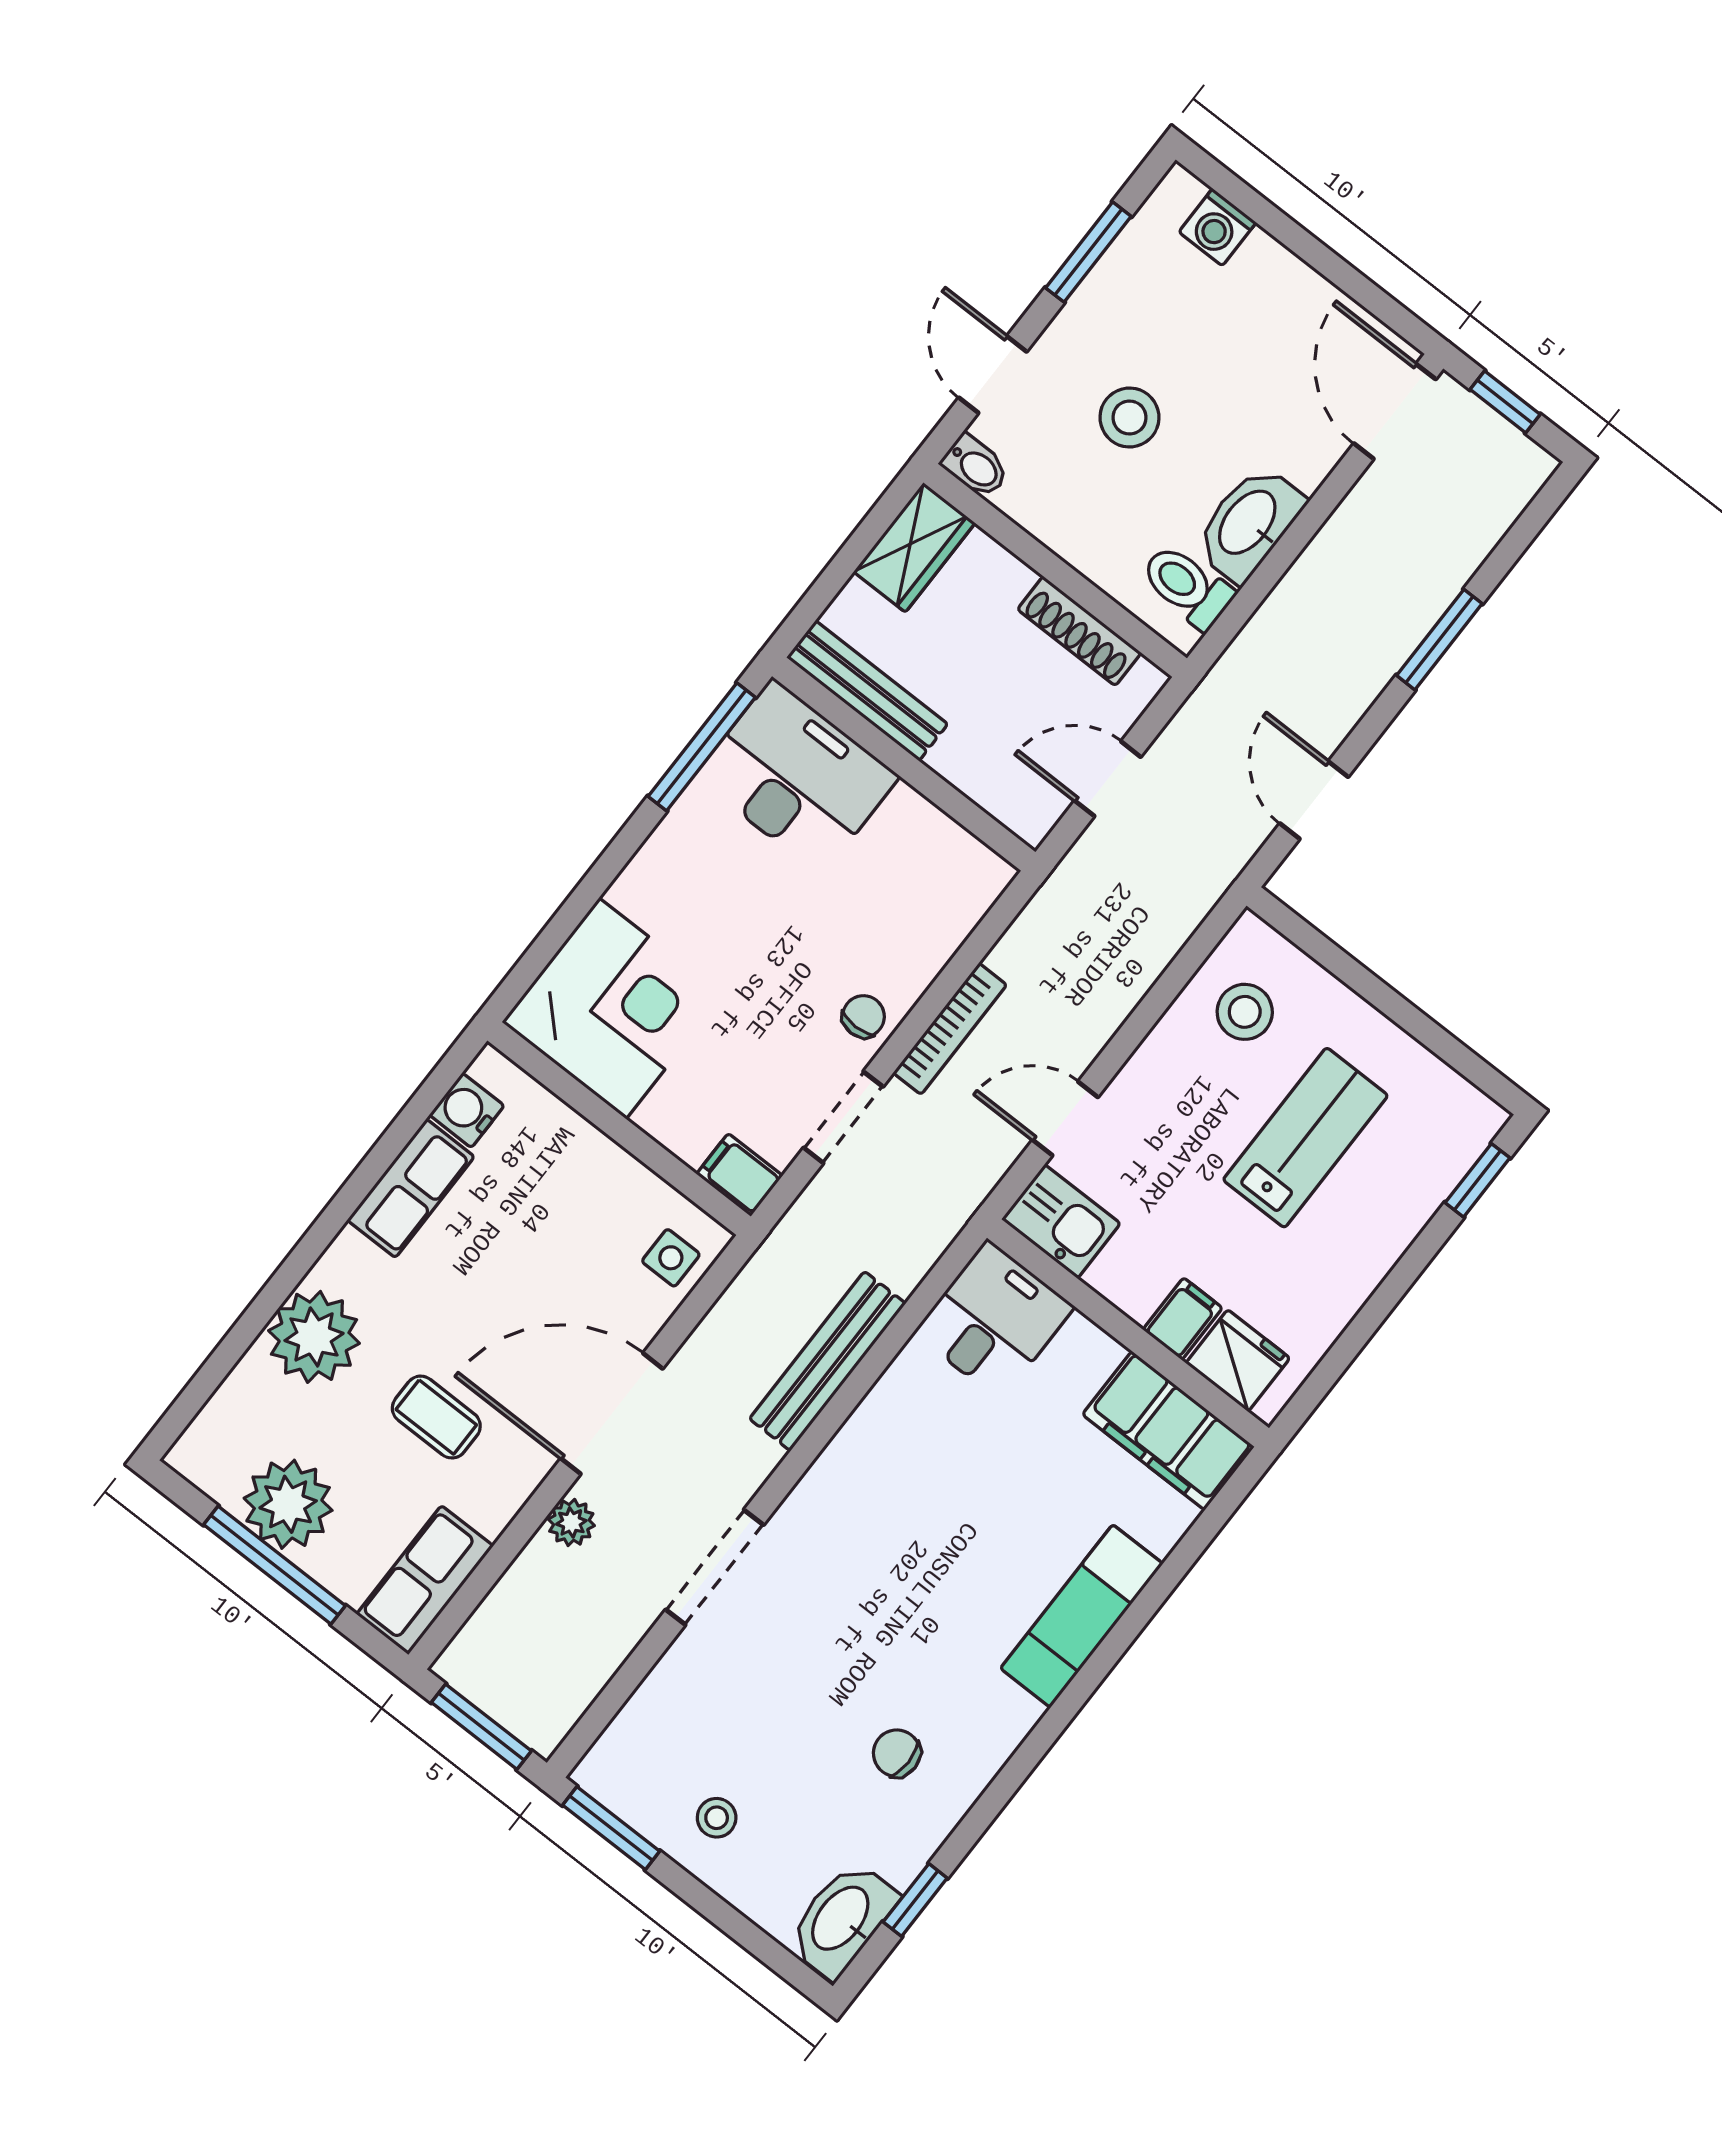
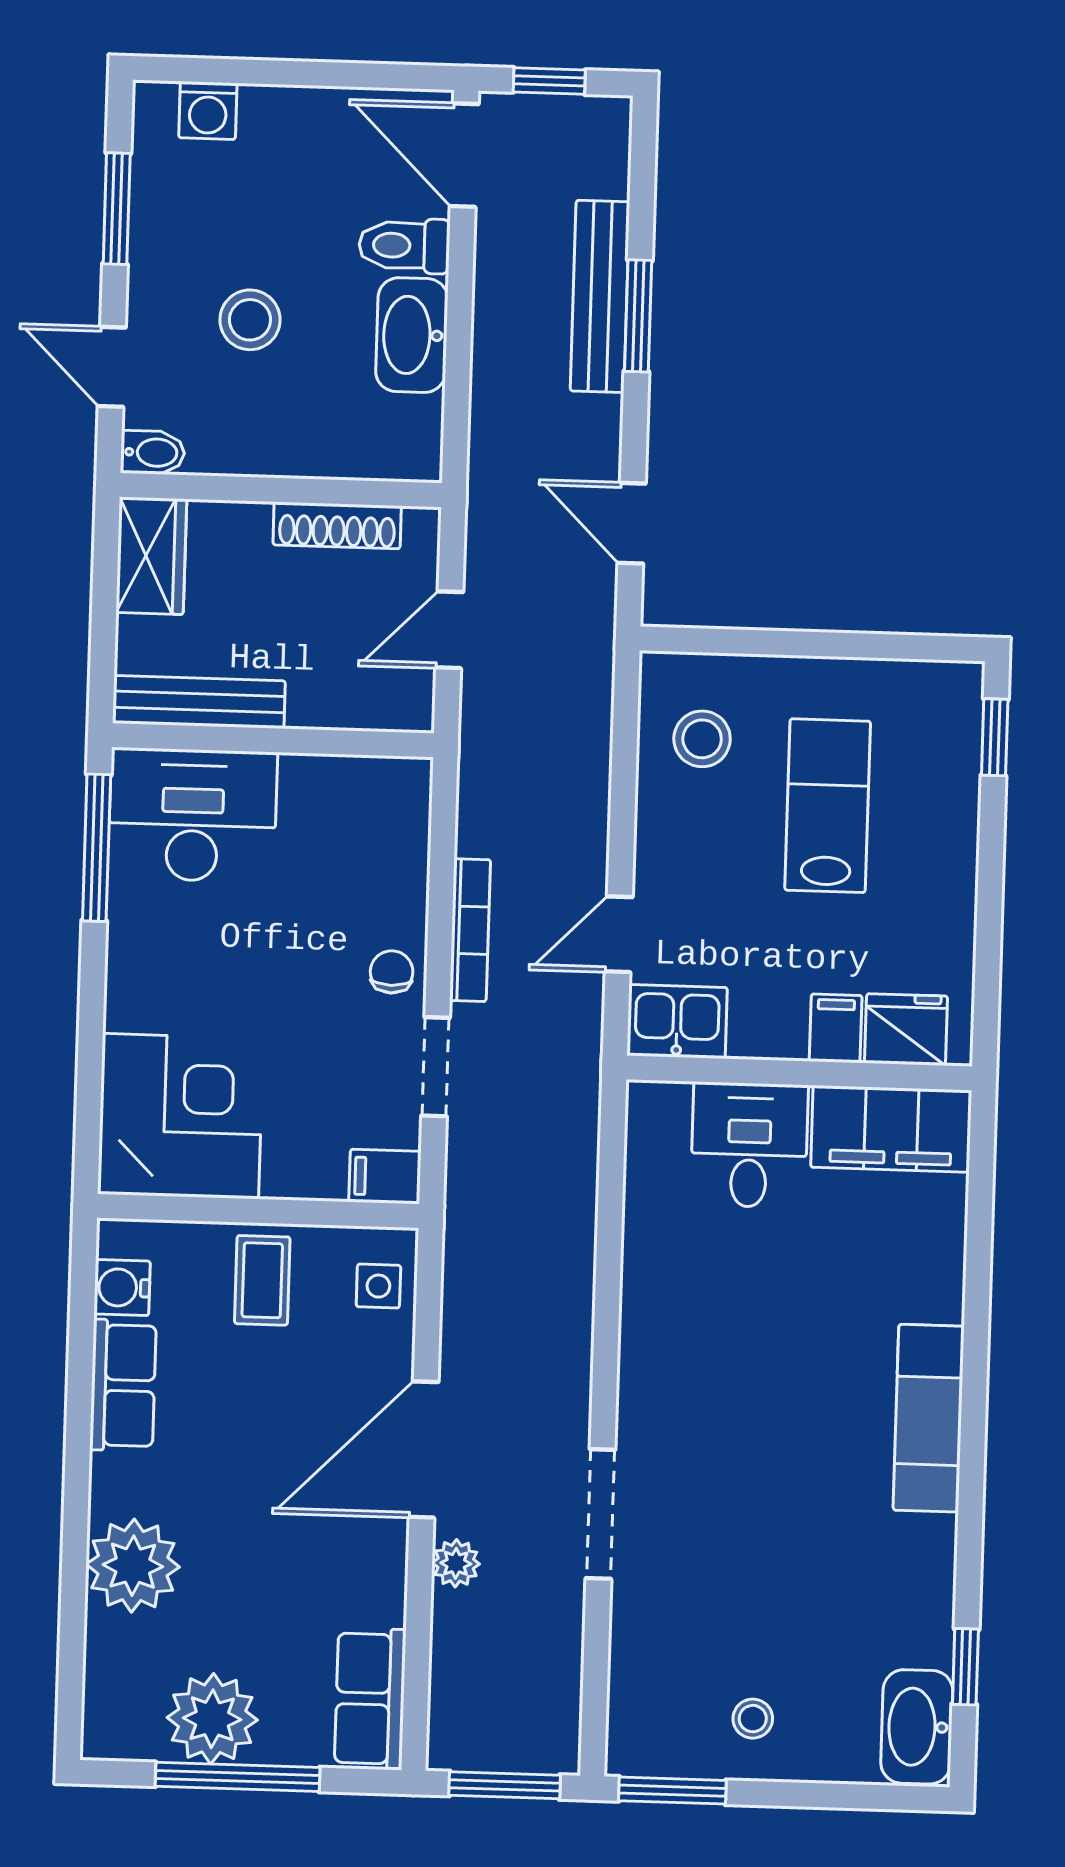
toilet: (1187, 586) -> (404, 246), moved
desk: (994, 1320) -> (749, 1145), moved
bench: (827, 1361) -> (600, 296), moved
coffee table: (436, 1417) -> (262, 1280), moved, turned 90
exam couch: (1082, 1616) -> (929, 1418), moved
chair: (897, 1753) -> (862, 1557), removed

